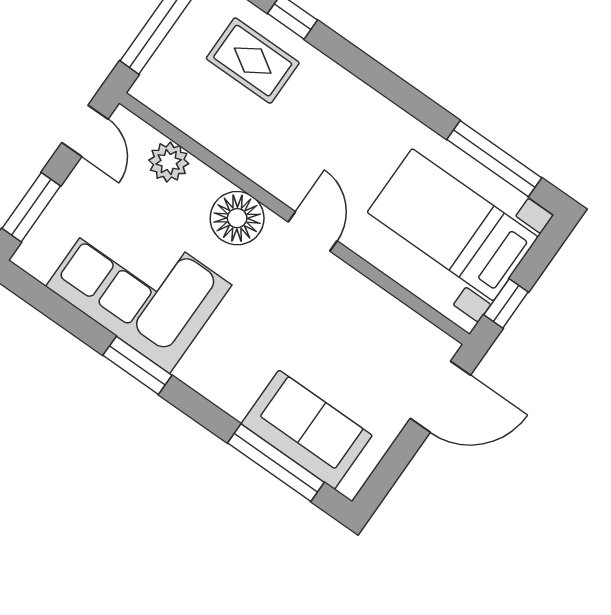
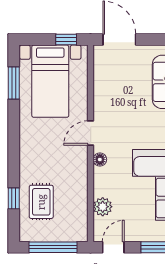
window: (494, 159) -> (14, 83), width x0.69
floor lamp: (237, 218) -> (100, 160), width x0.53, depth x0.53

